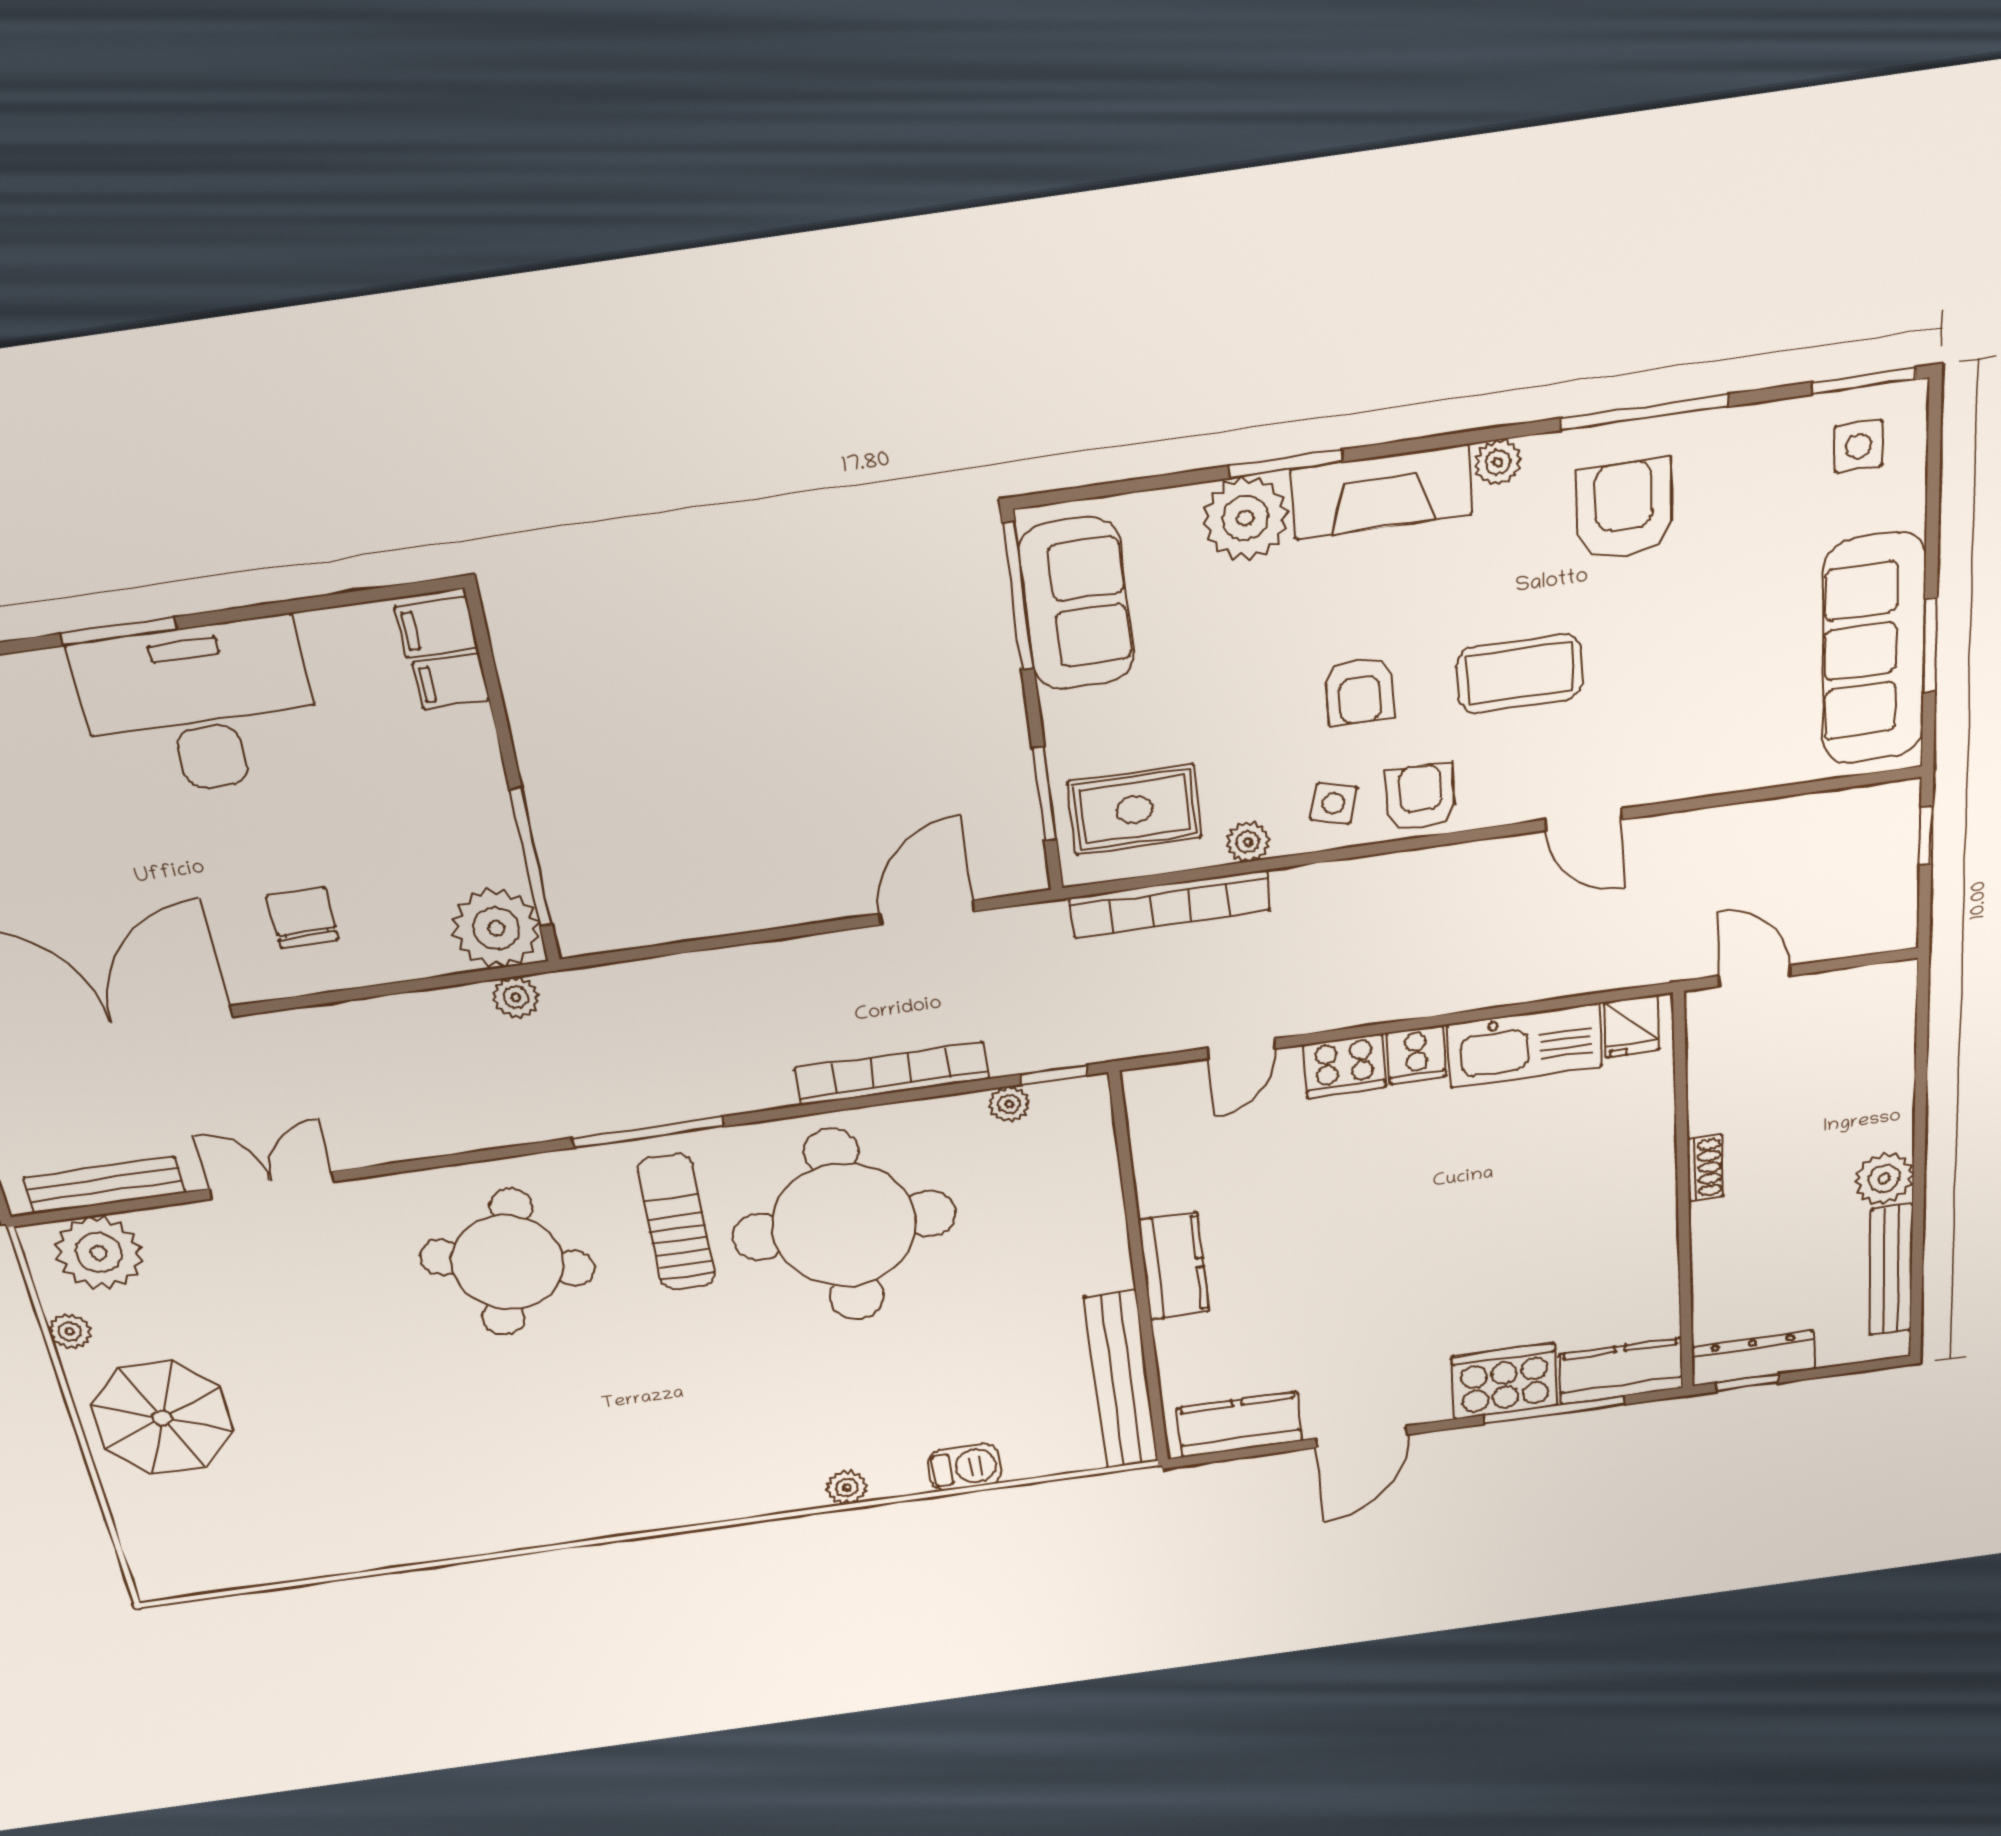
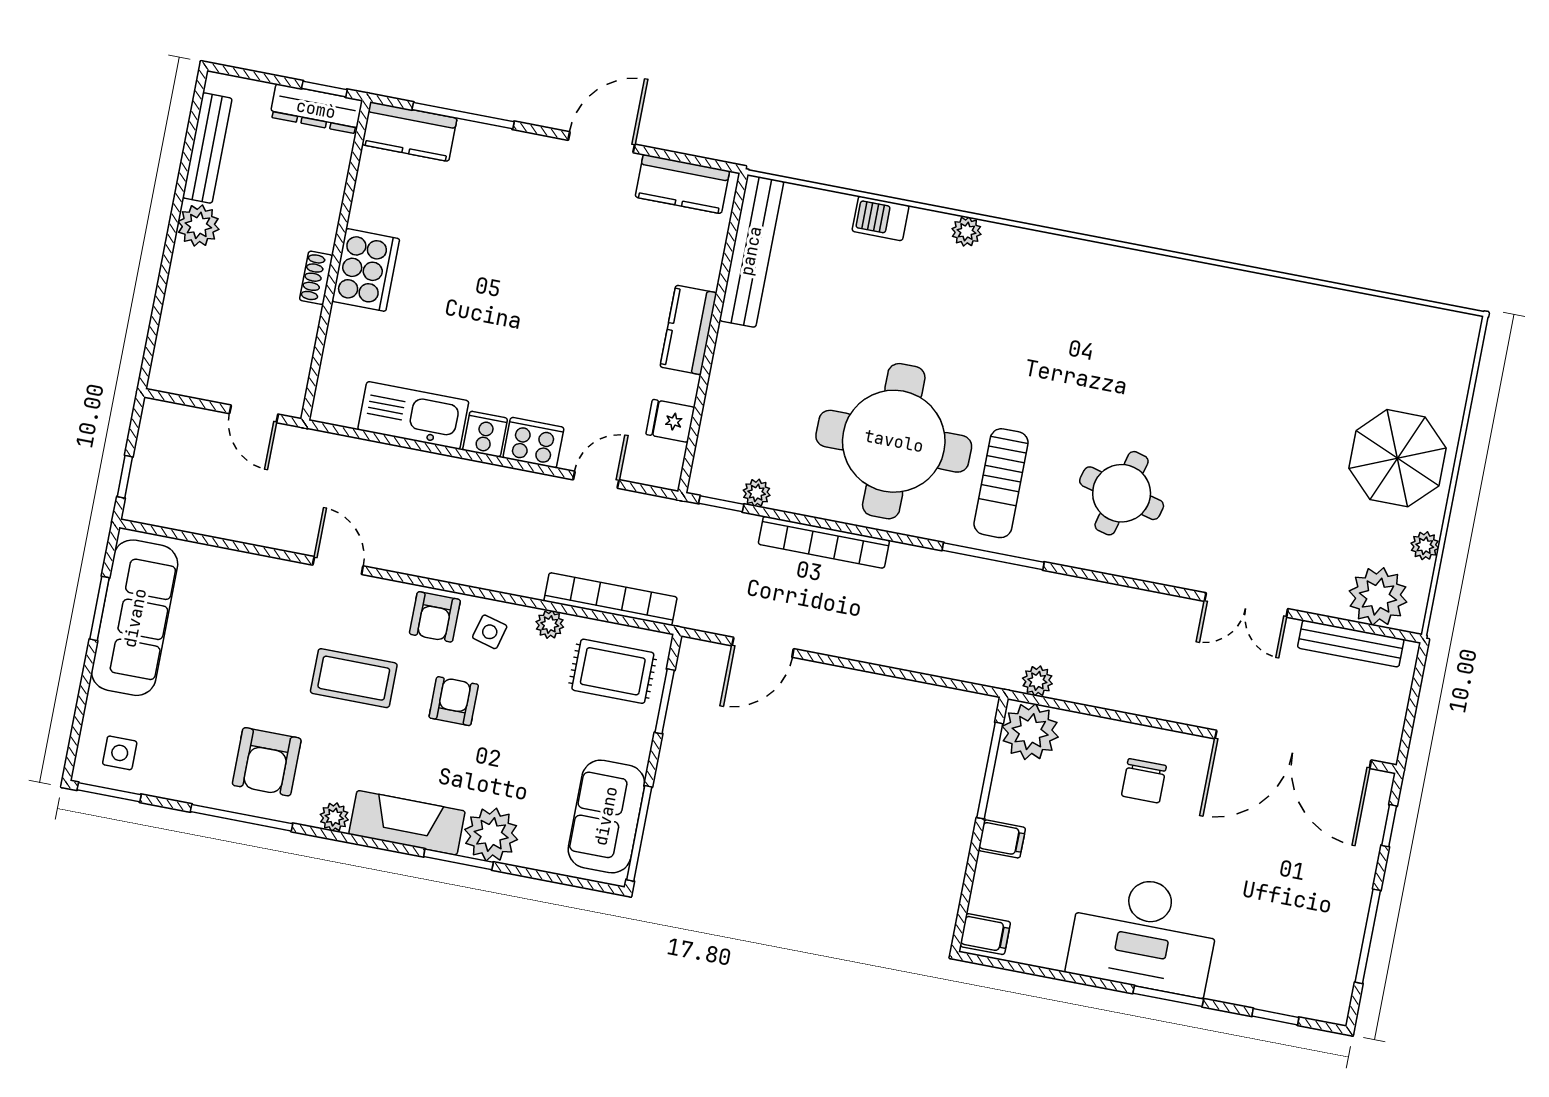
filing cabinet: (451, 681) -> (1002, 839), moved
fridge: (1632, 1026) -> (670, 421), moved, turned -90
round table: (507, 1263) -> (1122, 493), width x0.73, depth x0.73
cooker: (1505, 1381) -> (366, 270), moved, turned -90

